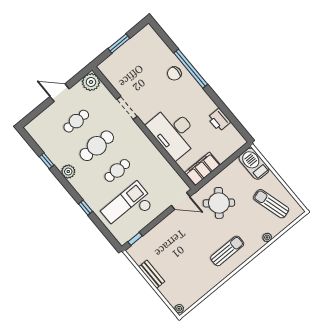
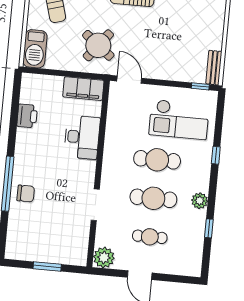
desk: (174, 132) -> (82, 137), width x0.73, depth x0.77
cafe table: (117, 170) -> (157, 160), width x1.37, depth x1.35
bench: (152, 274) -> (214, 68), moved

